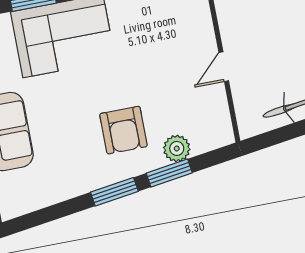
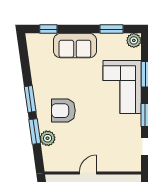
door: (224, 67) -> (88, 173), hinge flipped

